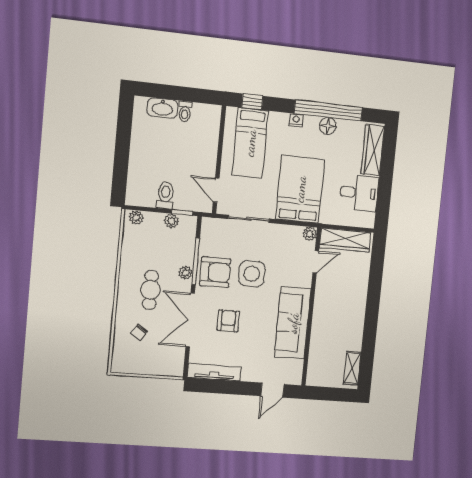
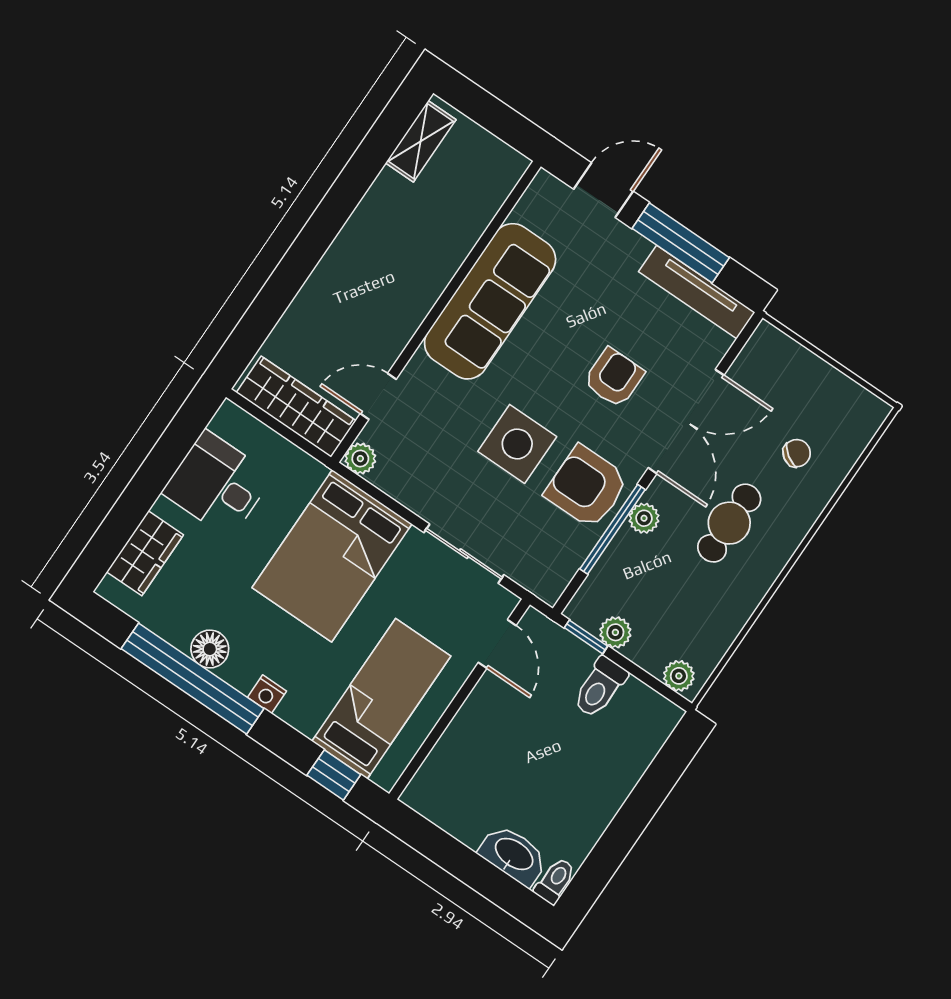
toilet: (185, 111) -> (555, 881), moved
wardrobe: (373, 150) -> (145, 553), width x0.67
armchair: (228, 321) -> (614, 378), turned 180
window: (231, 387) -> (681, 243), added

